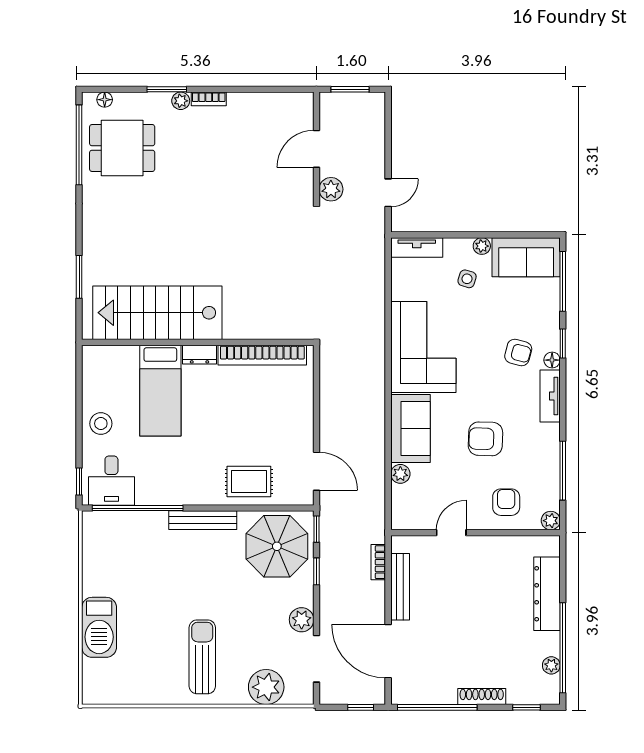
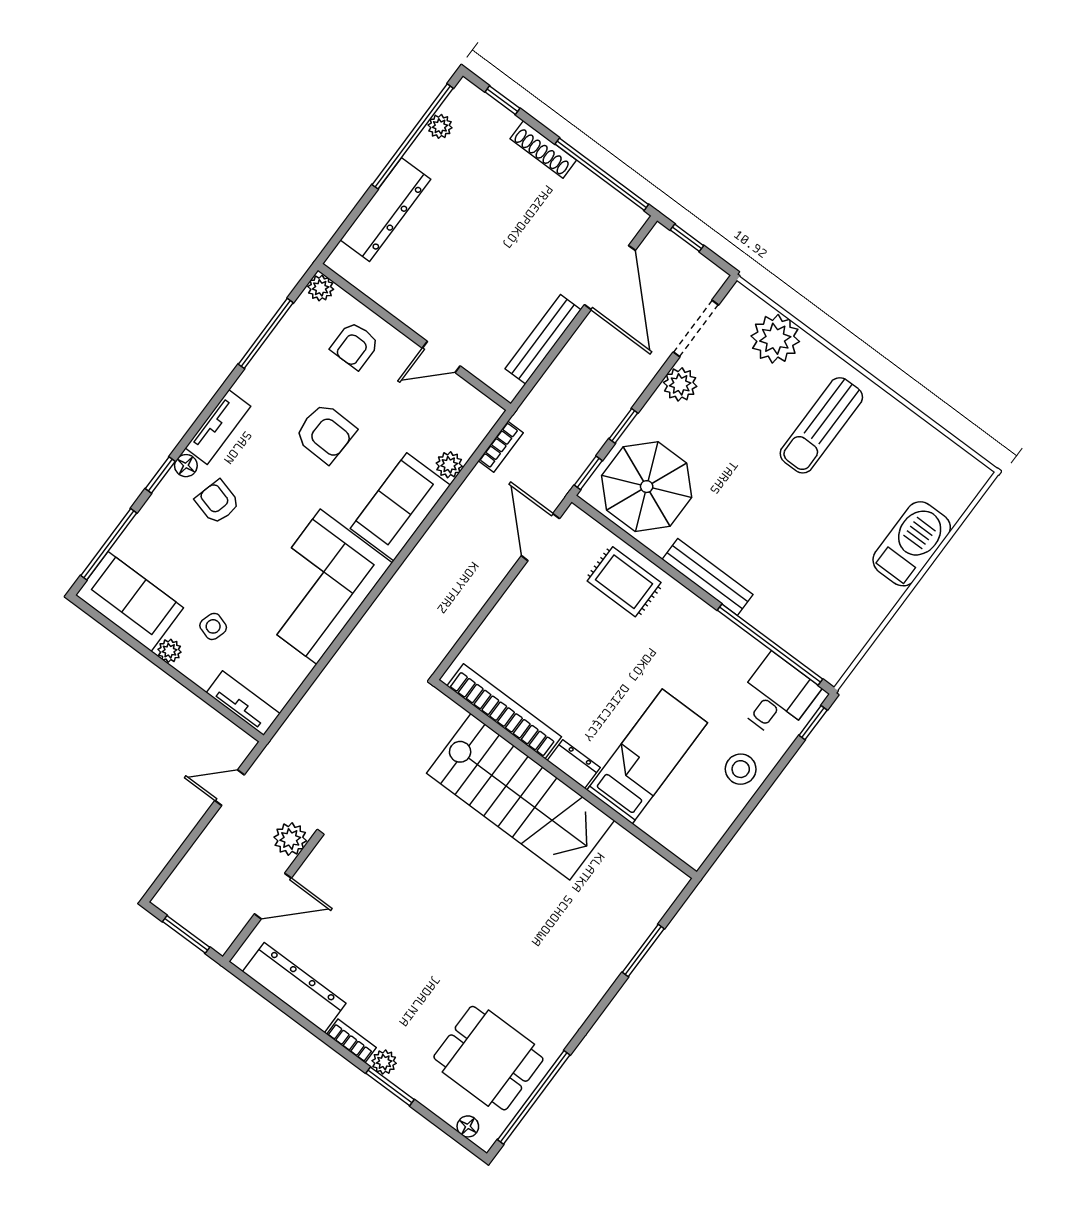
dresser: (265, 105) -> (294, 988), added
stairs: (157, 313) -> (520, 797), moved
bookcase: (378, 562) -> (501, 447), moved

